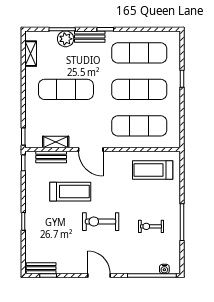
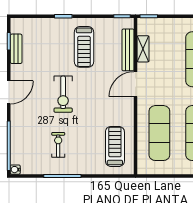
bench: (51, 157) -> (128, 50), width x1.36
treadmill: (70, 192) -> (84, 47), moved
exercise bike: (101, 222) -> (63, 94), turned 180
bench: (41, 268) -> (16, 49), moved
water cooler: (164, 269) -> (15, 170), moved

